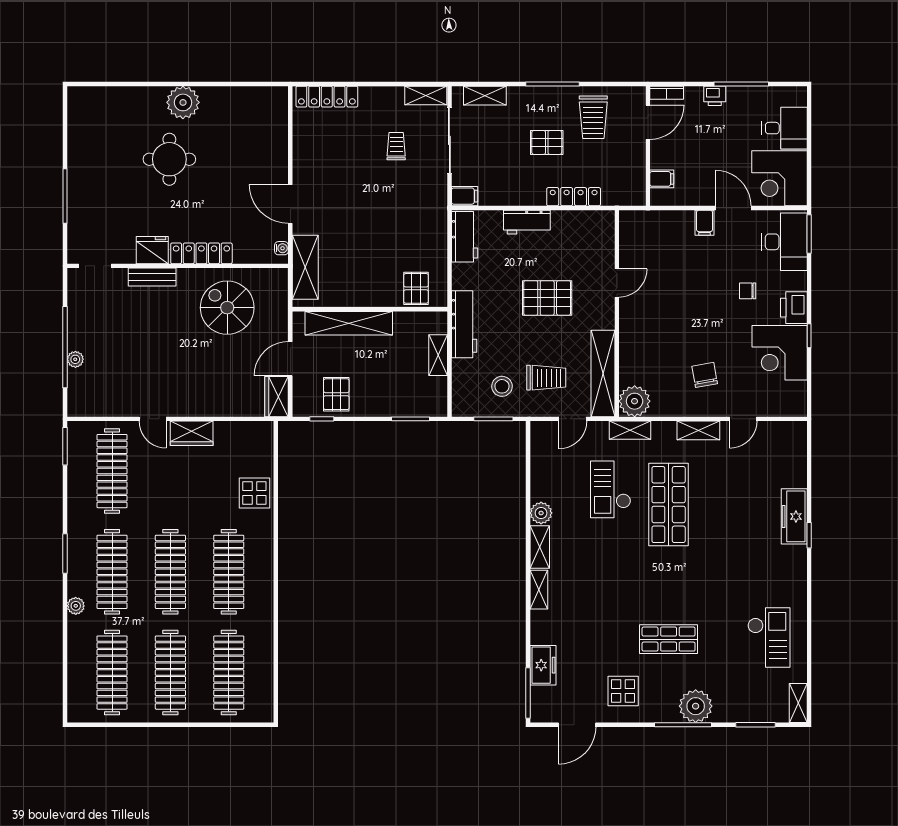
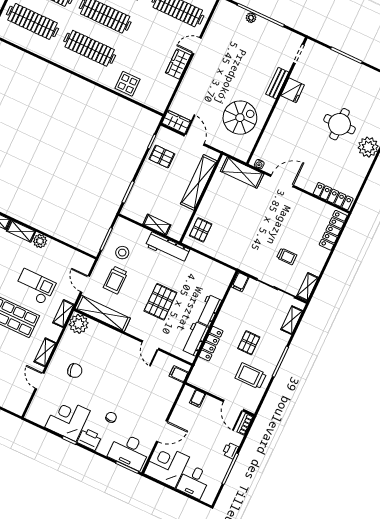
filing cabinet: (705, 223) -> (179, 374), moved
workbench: (465, 237) -> (195, 339), moved, turned 90
locker: (201, 253) -> (333, 196), moved, turned -90
pallet: (416, 288) -> (201, 230), turned 90

